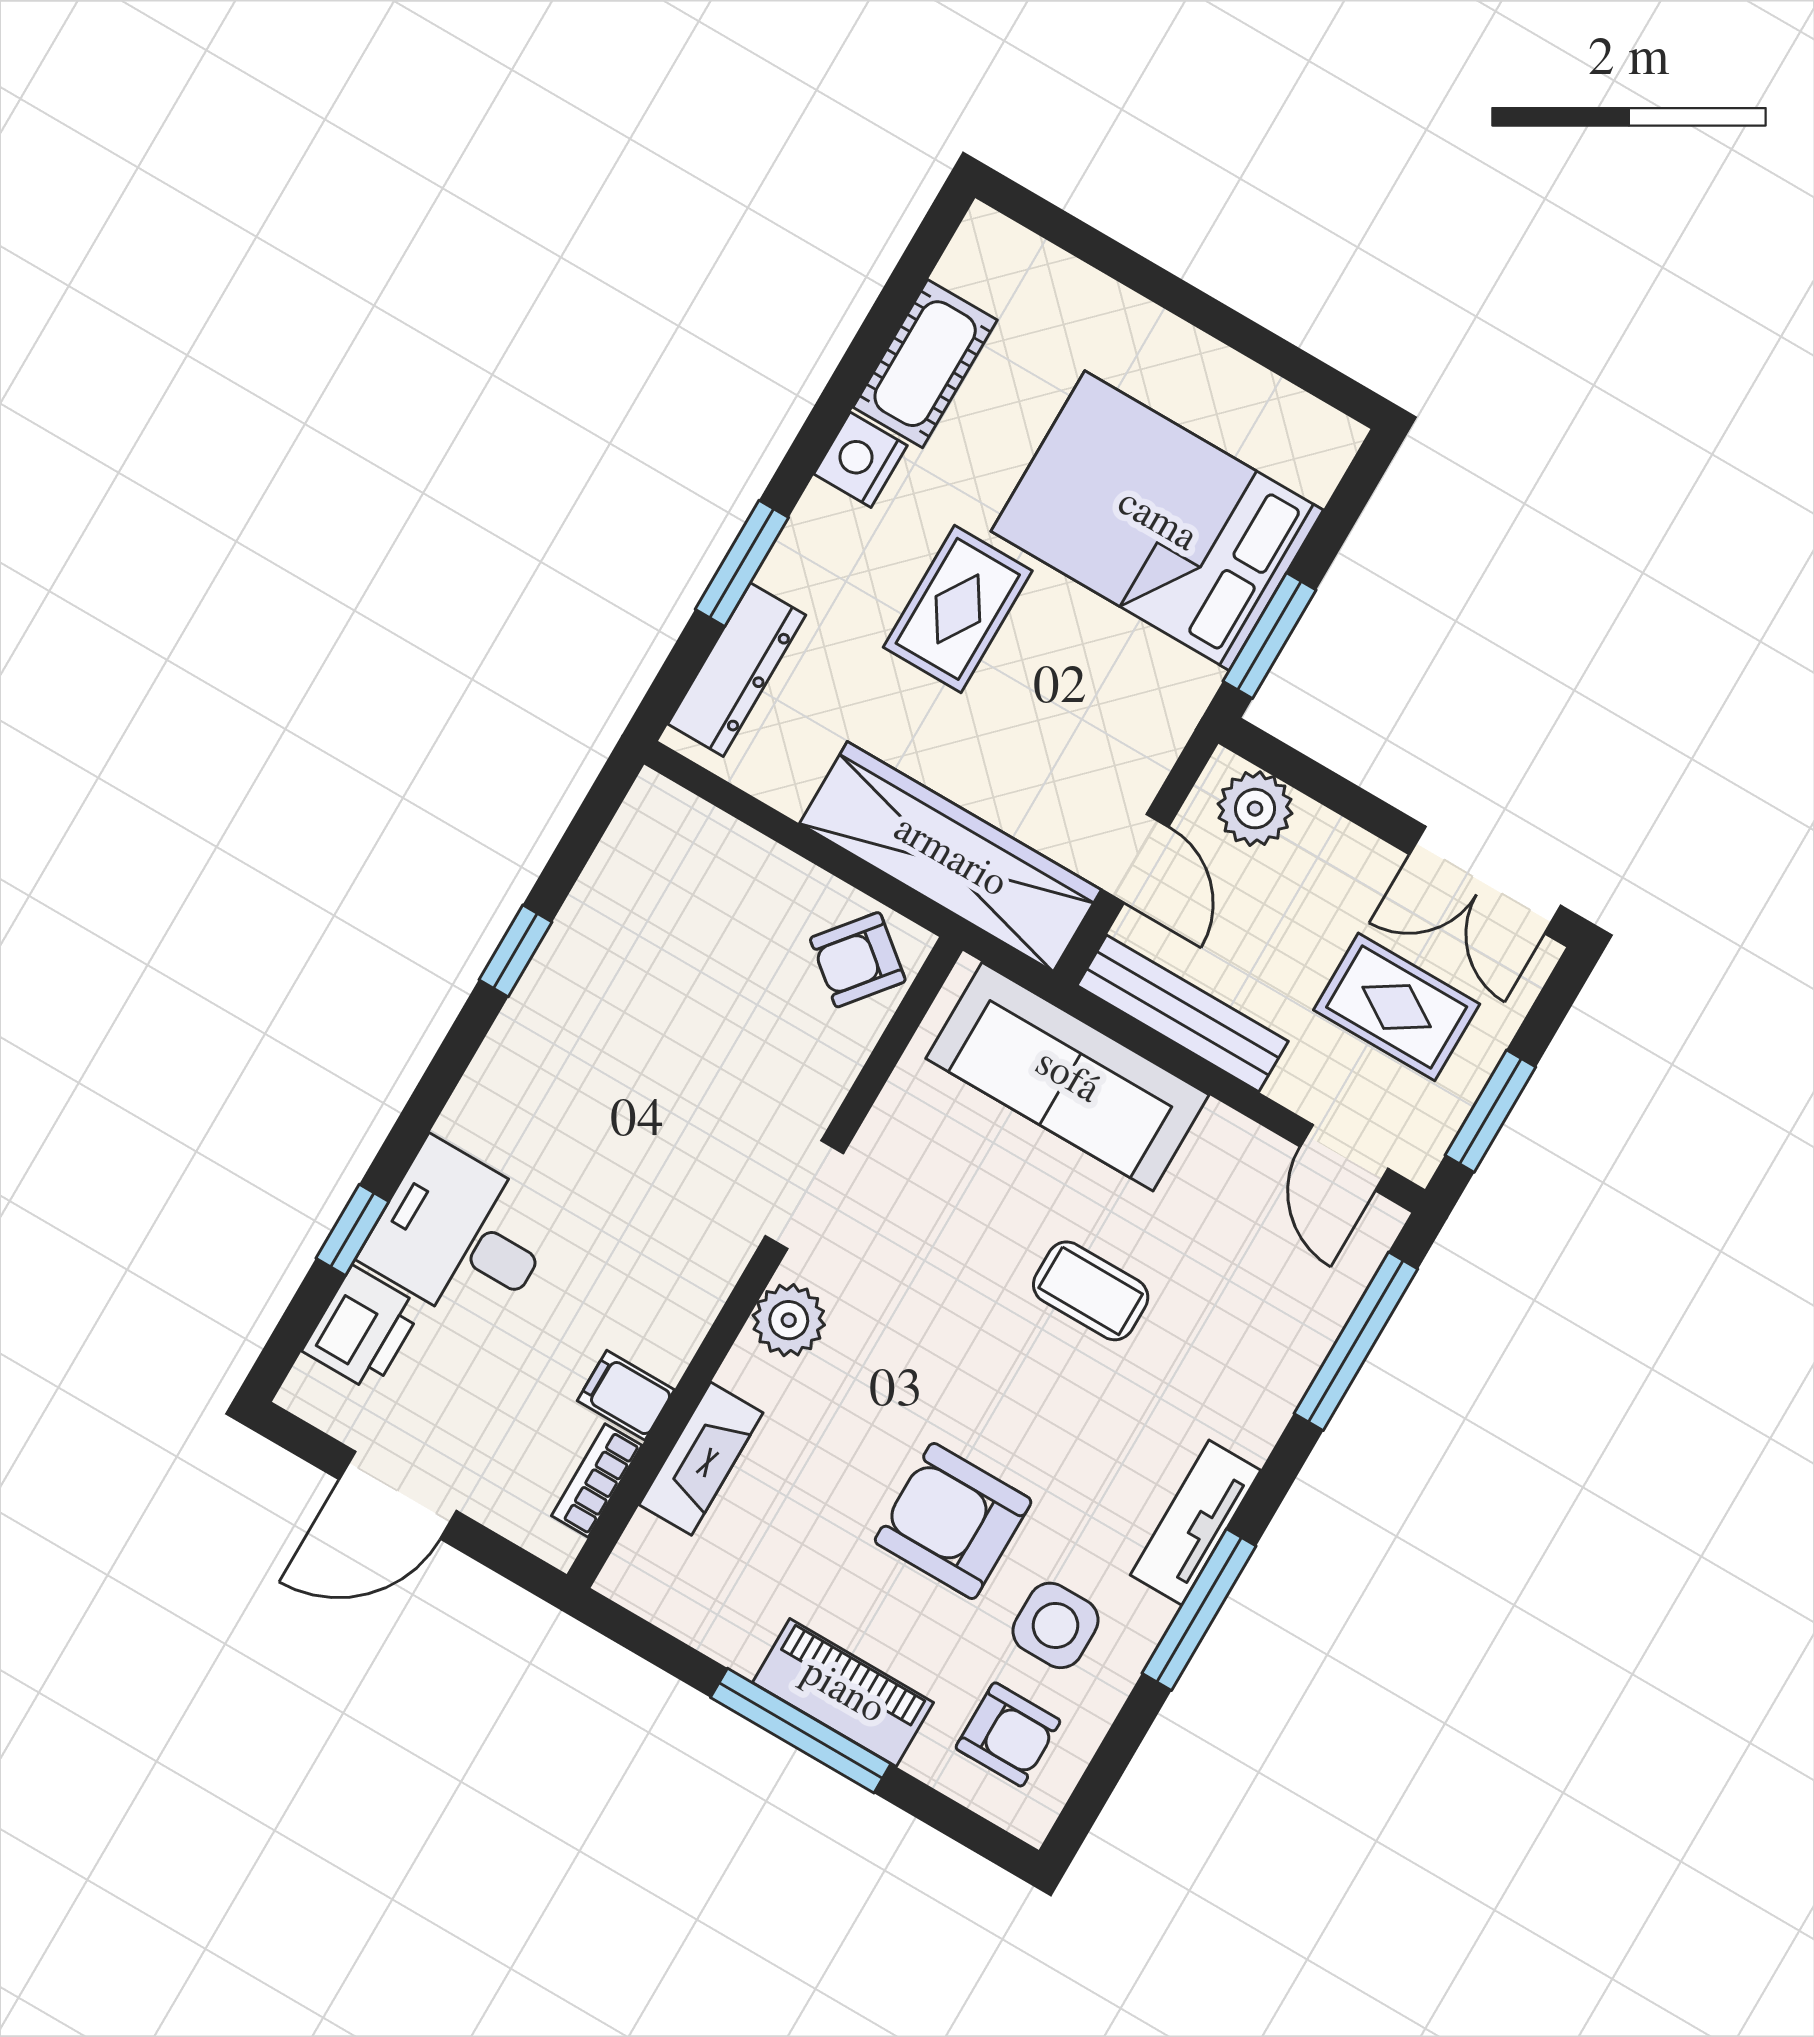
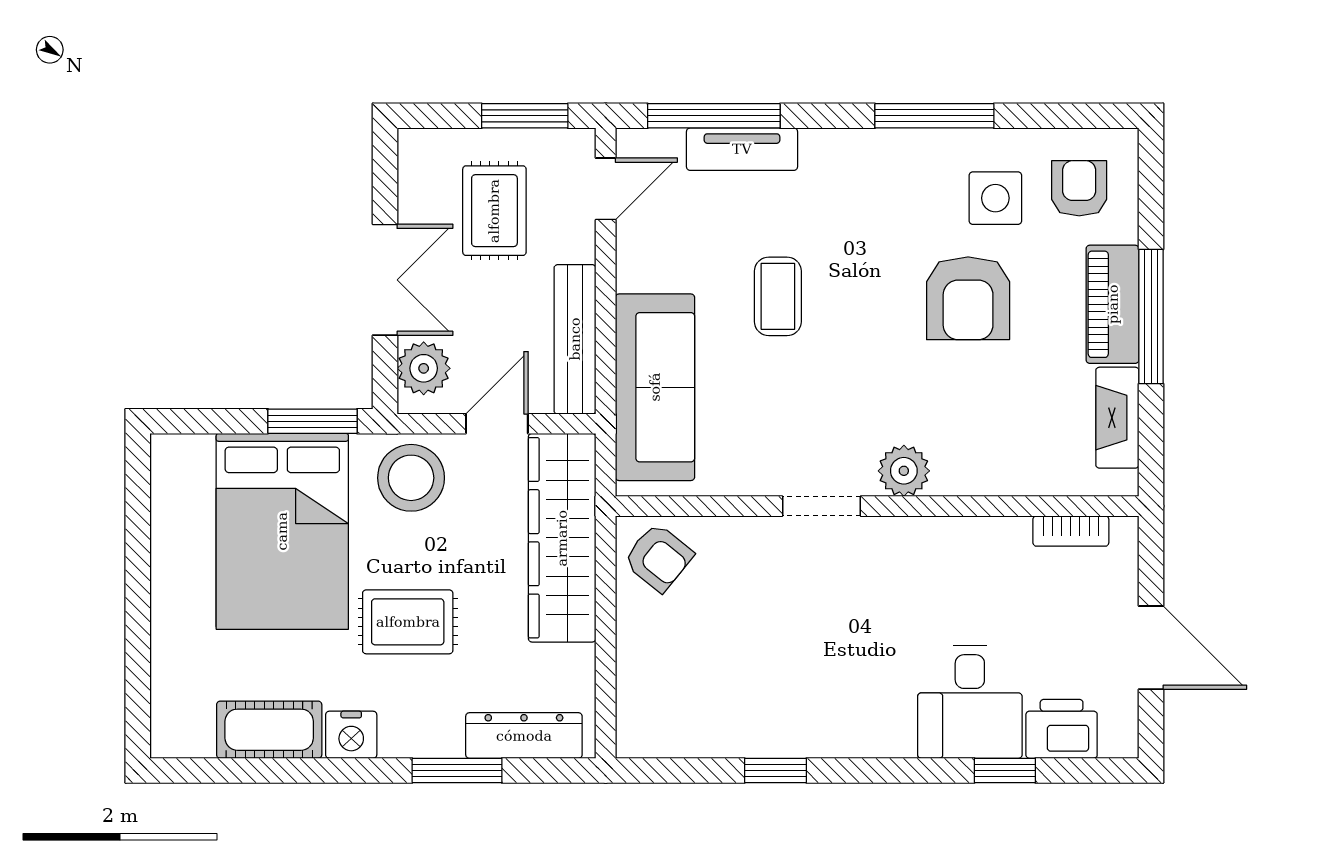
stool: (1131, 715) -> (411, 478), added
double door: (1485, 880) -> (385, 280), moved
filing cabinet: (626, 1395) -> (1008, 544), removed
fireplace: (701, 1459) -> (1117, 418), moved, turned -90
tv unit: (1195, 1523) -> (742, 149), moved

